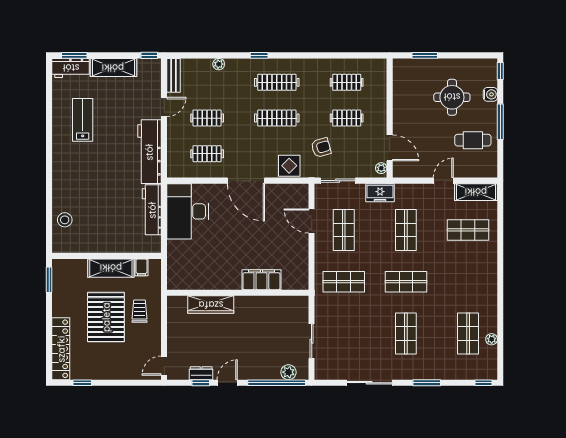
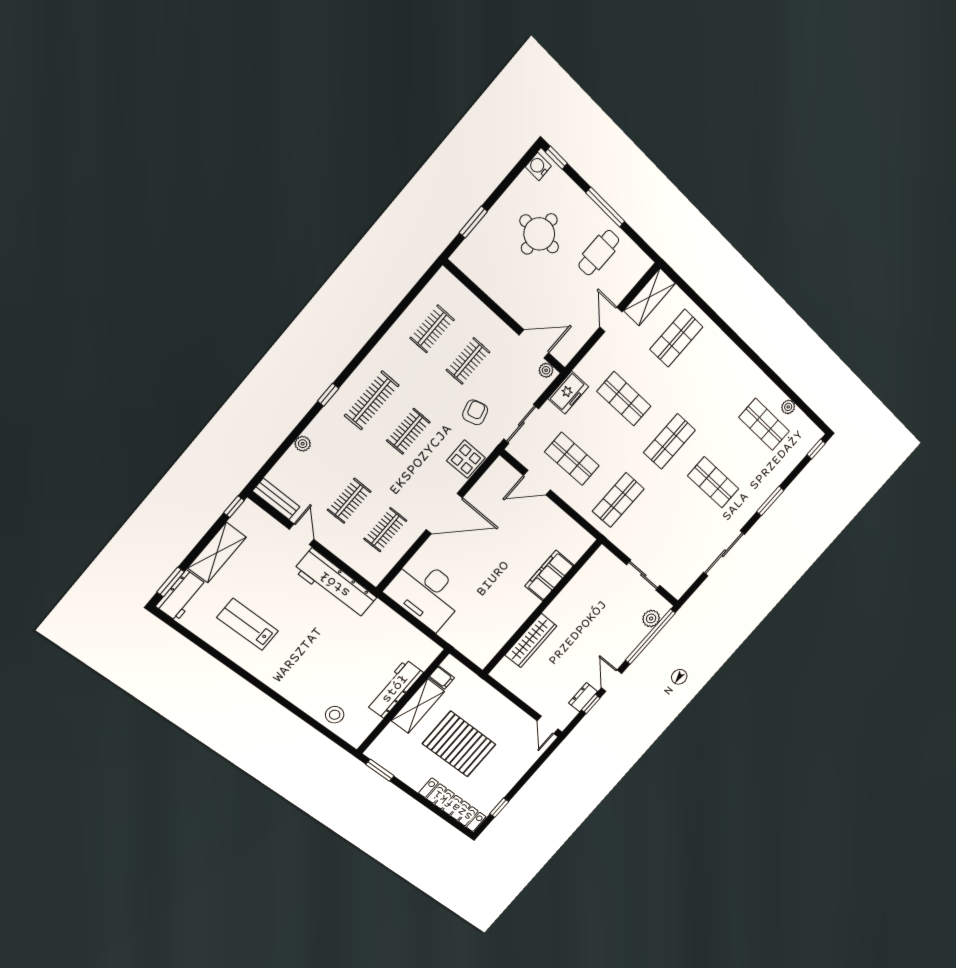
water cooler: (490, 94) -> (538, 166), moved, turned -90
clothes rail: (277, 118) -> (408, 431), width x0.73
workbench: (152, 210) -> (395, 689), moved, turned 90
trolley: (139, 311) -> (480, 710), removed

